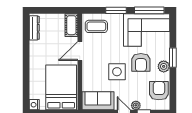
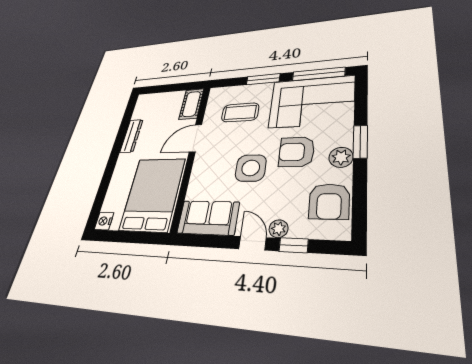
coffee table: (96, 26) -> (240, 112), moved
dresser: (34, 28) -> (131, 136), moved
armchair: (141, 62) -> (297, 152), turned 90
armchair: (159, 91) -> (329, 201), turned 180

